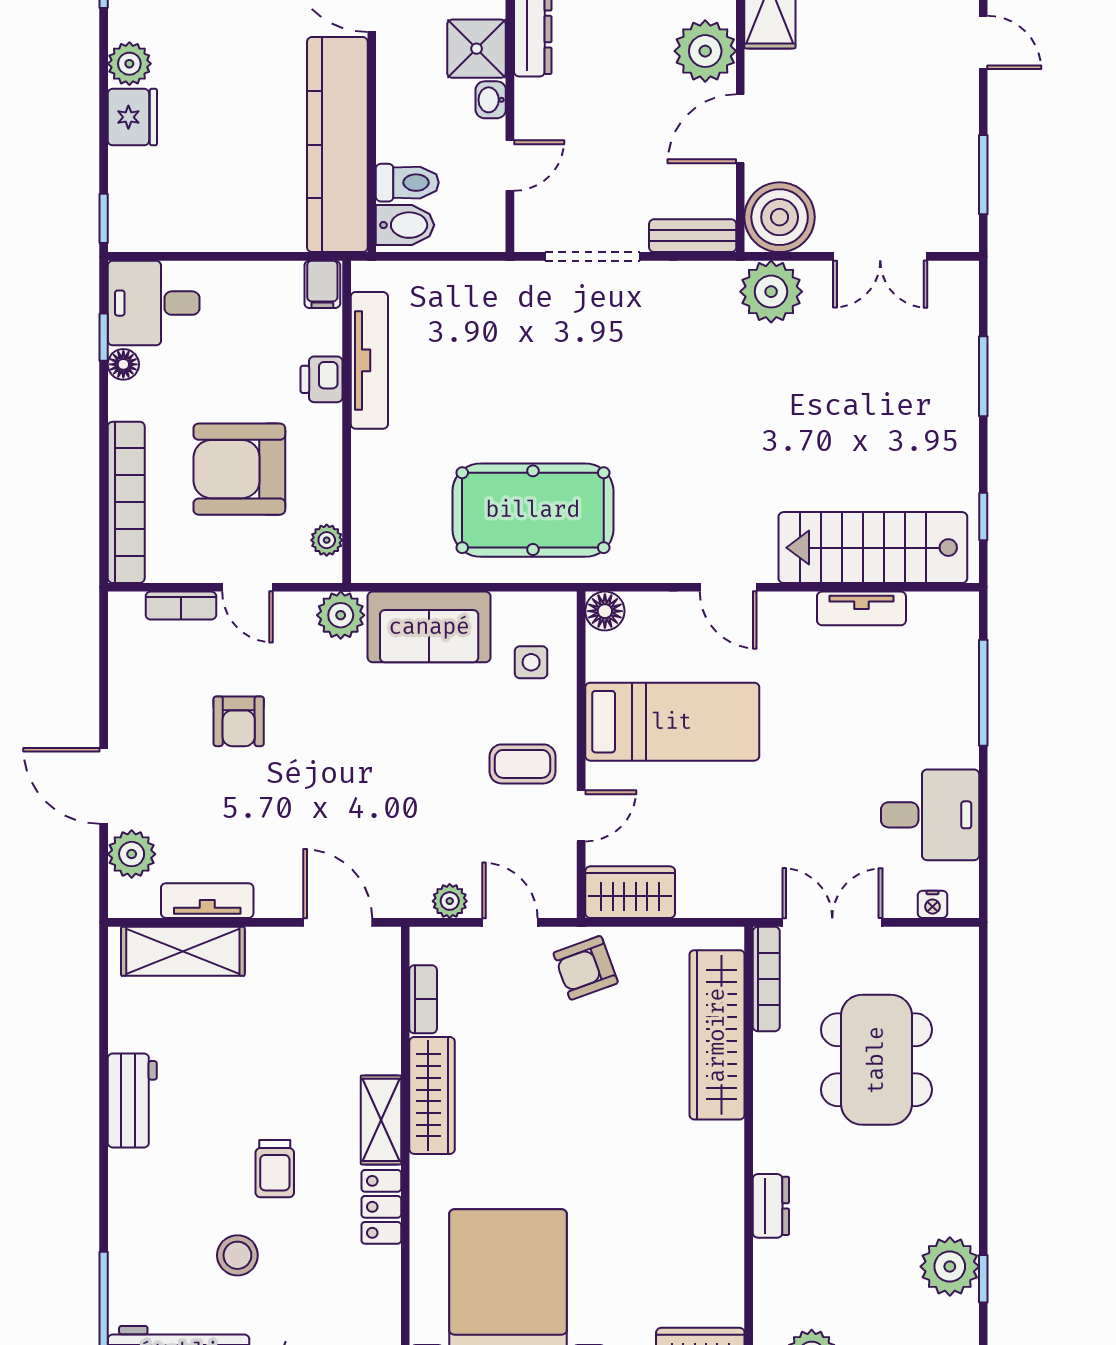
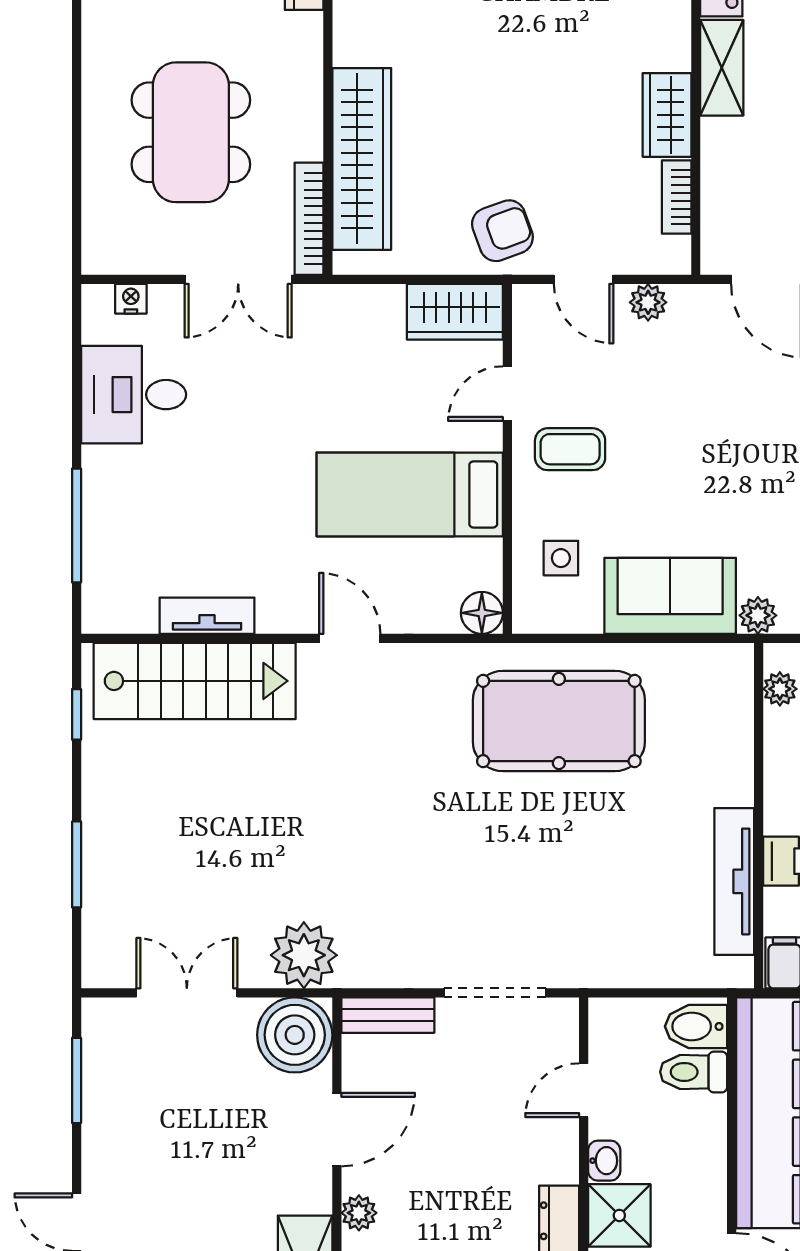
plant: (705, 51) -> (359, 1213), width x0.53, depth x0.53
plant: (341, 615) -> (758, 615), width x0.73, depth x0.73
wardrobe: (432, 1095) -> (667, 115), width x0.67

